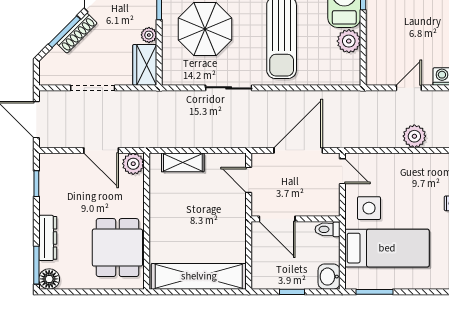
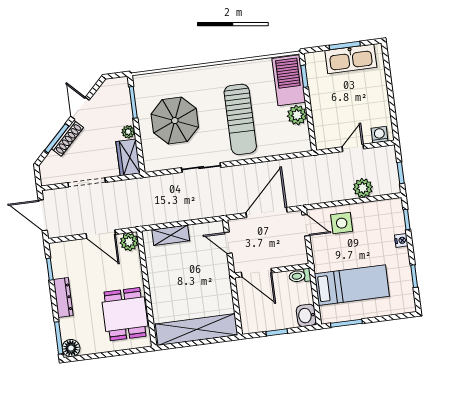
side table: (369, 208) -> (342, 223), moved
dresser: (48, 238) -> (63, 298), moved

